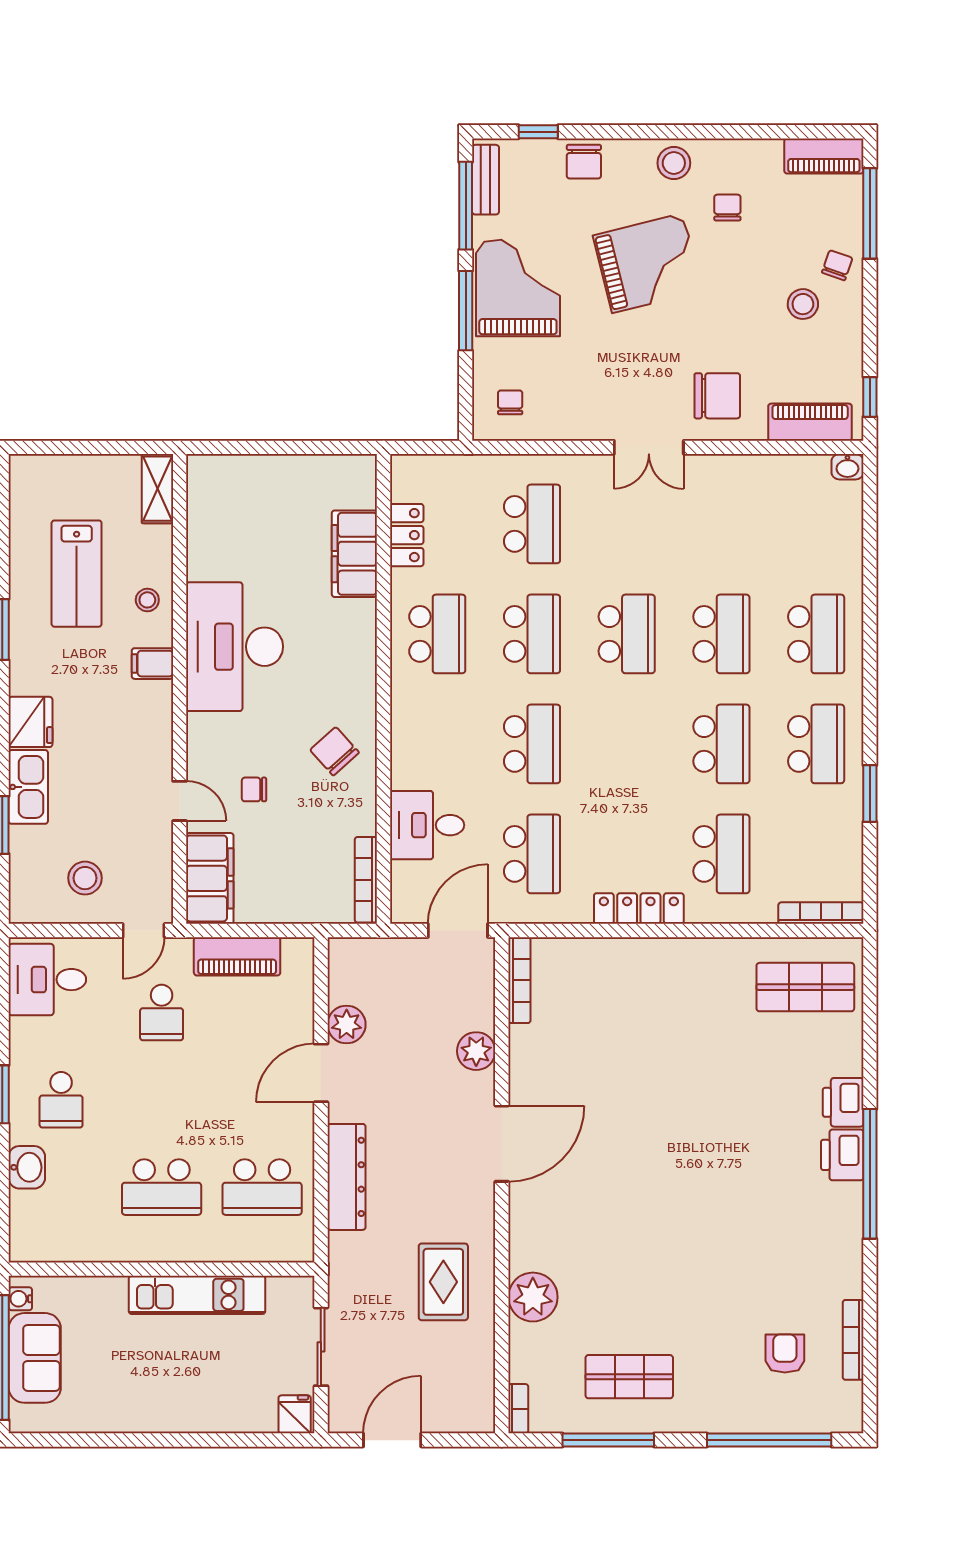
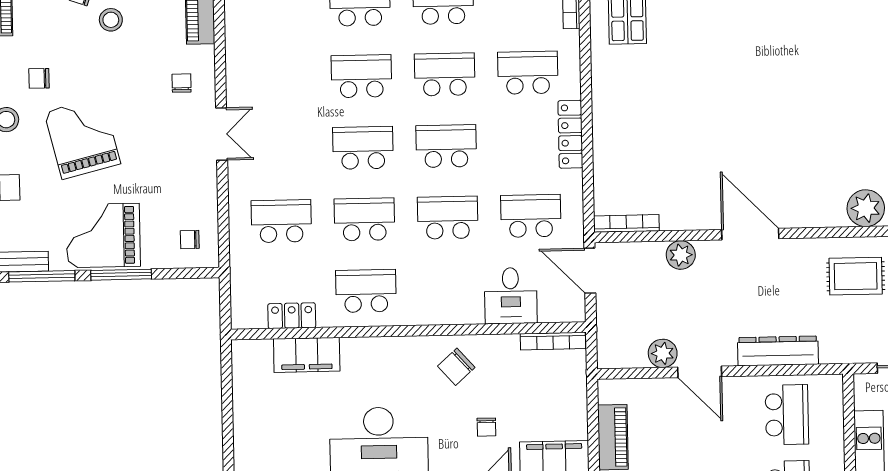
chair: (717, 396) -> (182, 83), width x0.54, depth x0.54
school desk: (627, 744) -> (446, 146), added

